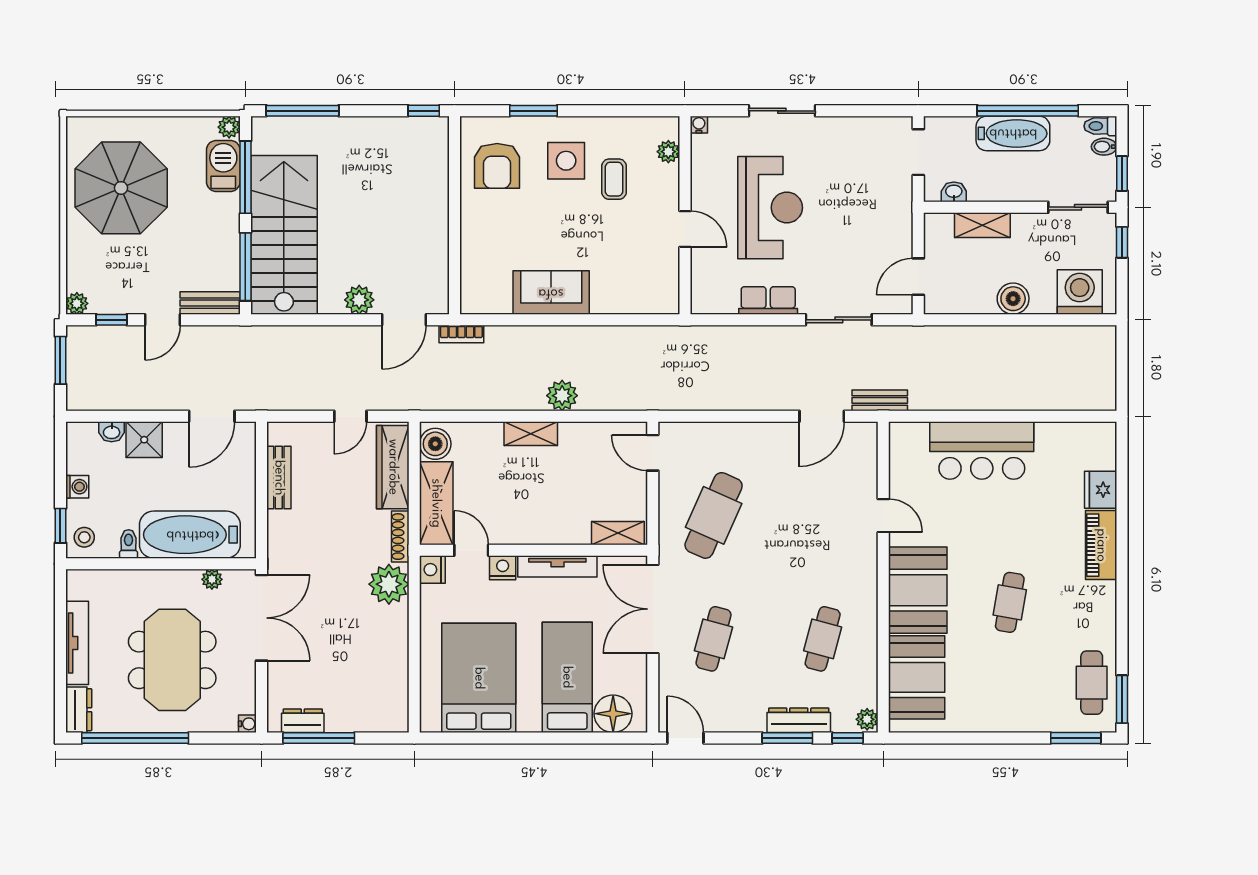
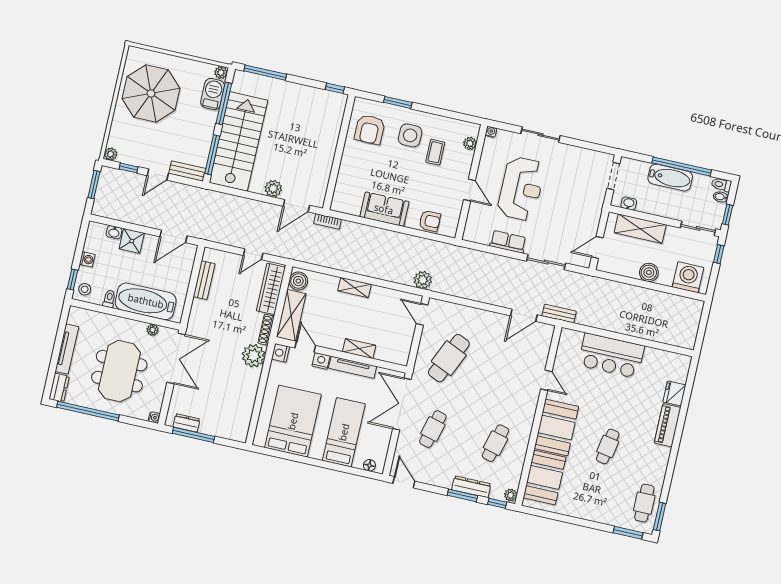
shelving: (982, 225) -> (640, 229), width x1.50, depth x1.33
armchair: (631, 295) -> (430, 221), added
plant: (562, 396) -> (423, 280), moved
shelving: (618, 533) -> (359, 349), moved
floor lamp: (613, 714) -> (369, 465), width x0.53, depth x0.53

